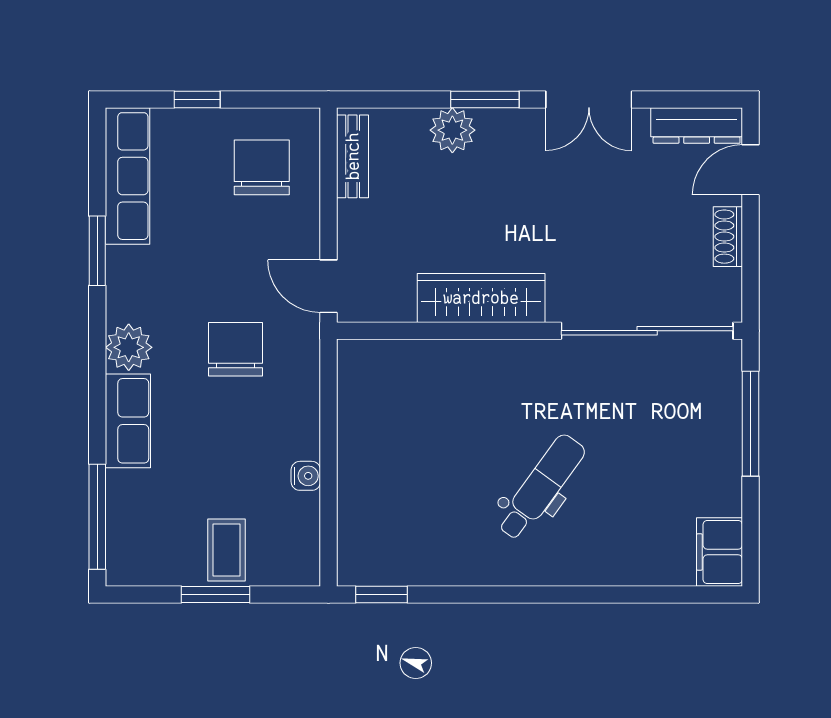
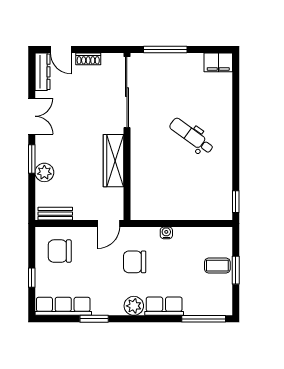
water cooler: (306, 476) -> (166, 233), moved

